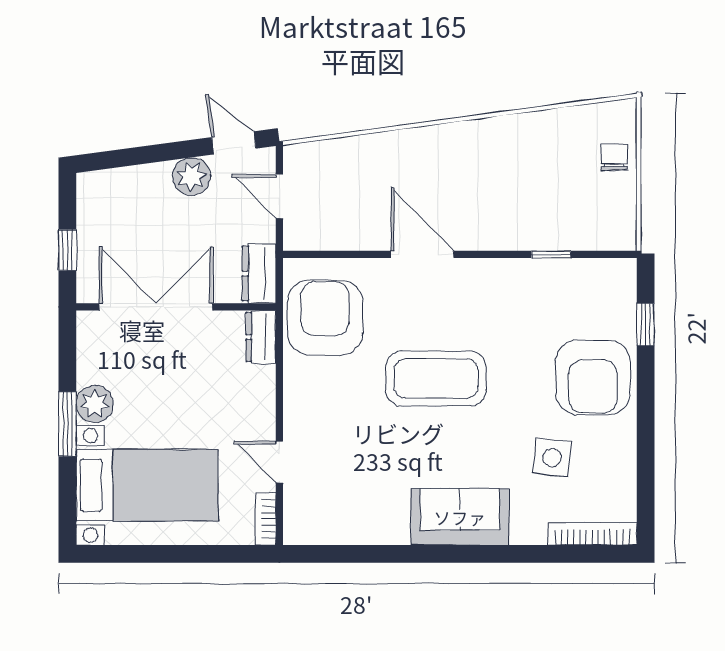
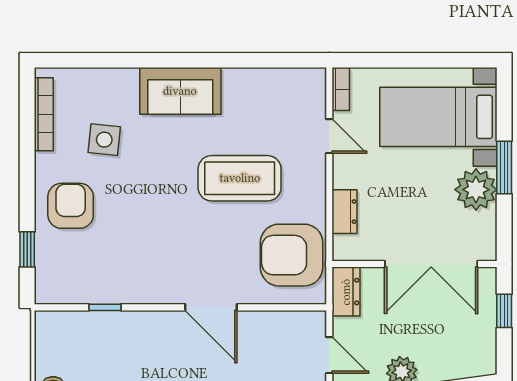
armchair: (325, 318) -> (292, 255), turned 90
dresser: (261, 337) -> (344, 212), moved
armchair: (593, 377) -> (71, 206), width x0.73, depth x0.73
coffee table: (436, 378) -> (240, 178), moved
plant: (95, 404) -> (476, 190), width x1.36, depth x1.36
bookcase: (592, 534) -> (44, 114), moved, turned -90

